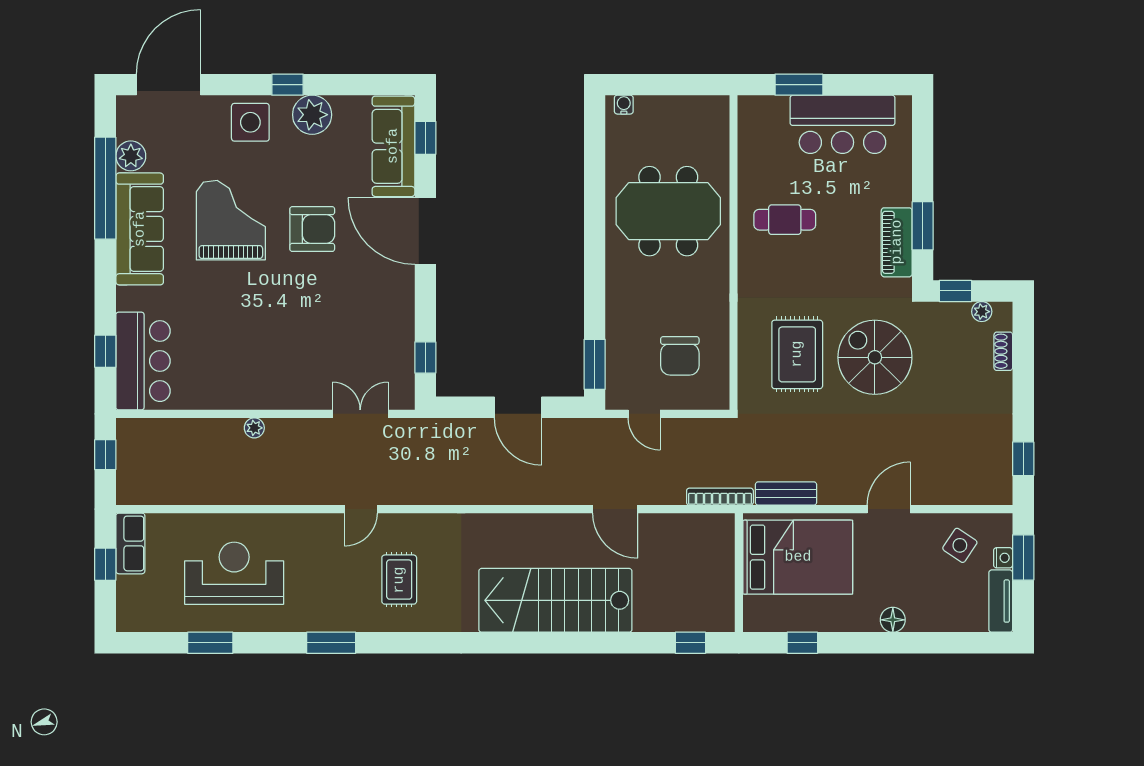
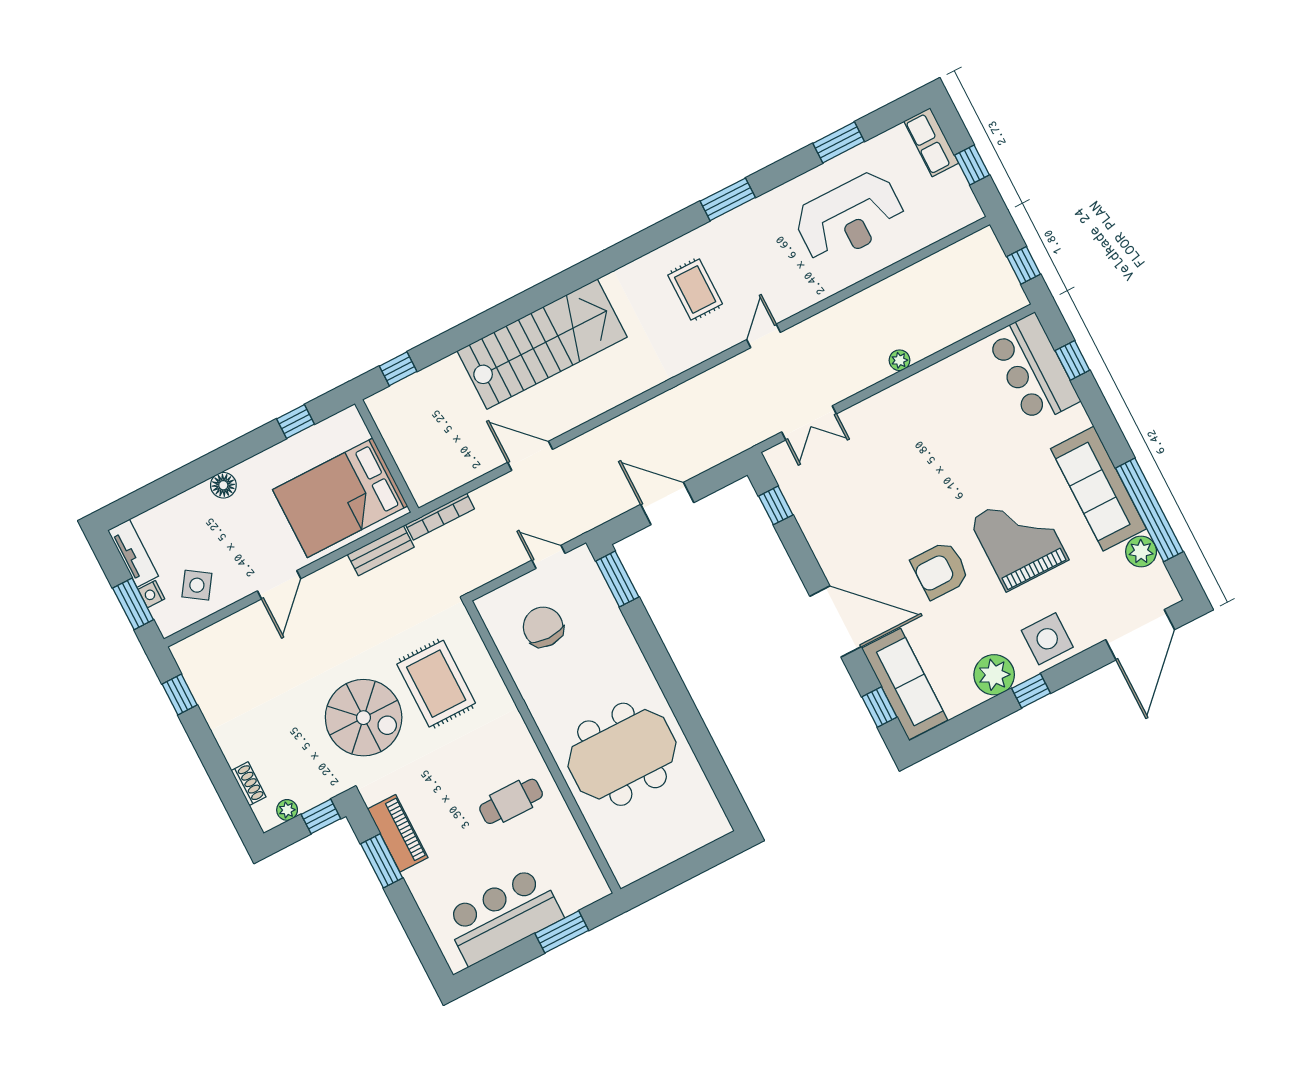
water cooler: (624, 105) -> (713, 831), removed
grand piano: (231, 220) -> (1019, 540), turned 180
row of seats: (130, 543) -> (931, 142), moved

